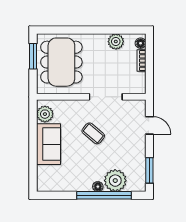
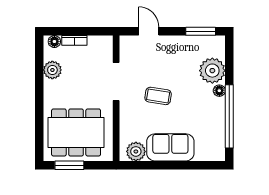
door: (149, 125) -> (149, 31), hinge flipped
coffee table: (93, 133) -> (158, 96), turned 59
window: (104, 195) -> (229, 116), moved

